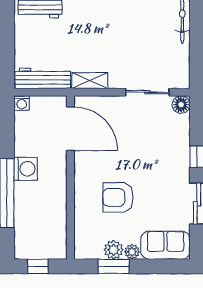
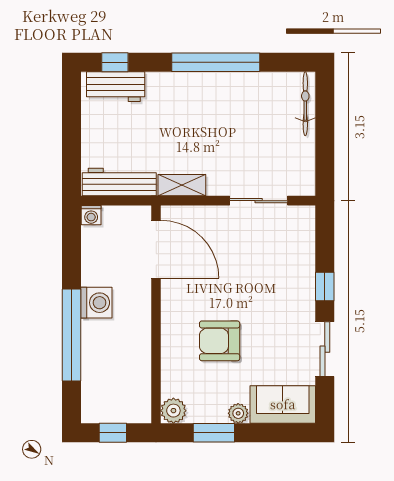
floor lamp: (181, 105) -> (304, 217), removed
plant: (114, 250) -> (173, 411), moved

